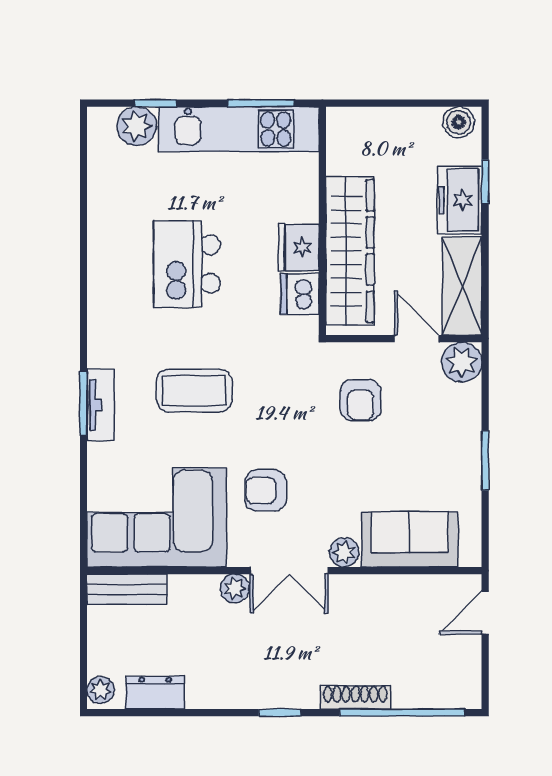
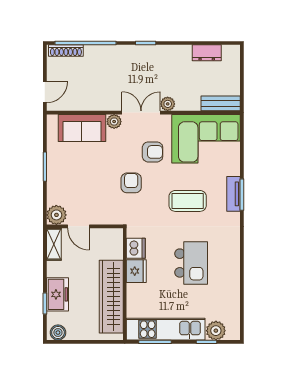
wardrobe: (350, 251) -> (111, 297), moved
shelving: (462, 286) -> (54, 244), width x0.67, depth x0.75
armchair: (361, 400) -> (131, 183), moved
plant: (100, 690) -> (234, 54), removed
shoe rack: (355, 697) -> (66, 51), moved

